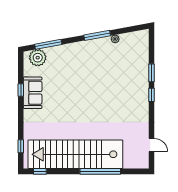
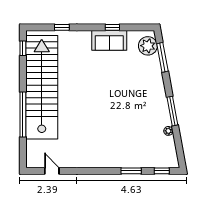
window: (151, 95) -> (162, 171), moved
door: (151, 145) -> (52, 171), swing flipped
window: (21, 146) -> (62, 27), moved

